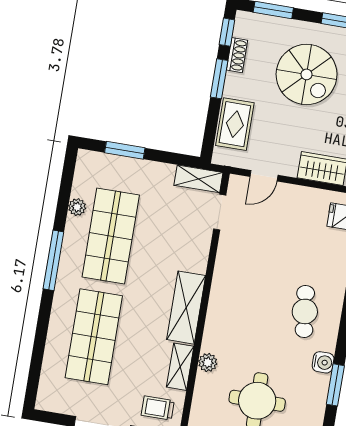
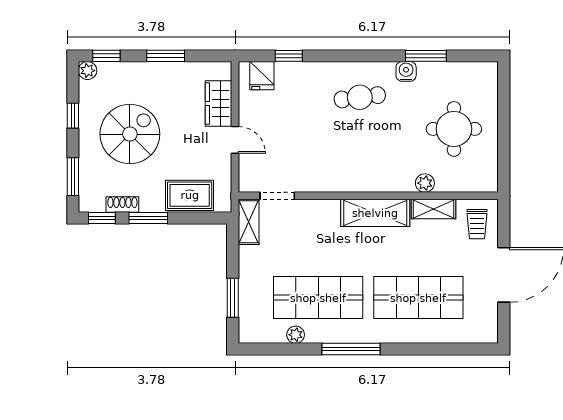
door: (264, 176) -> (235, 140), moved

